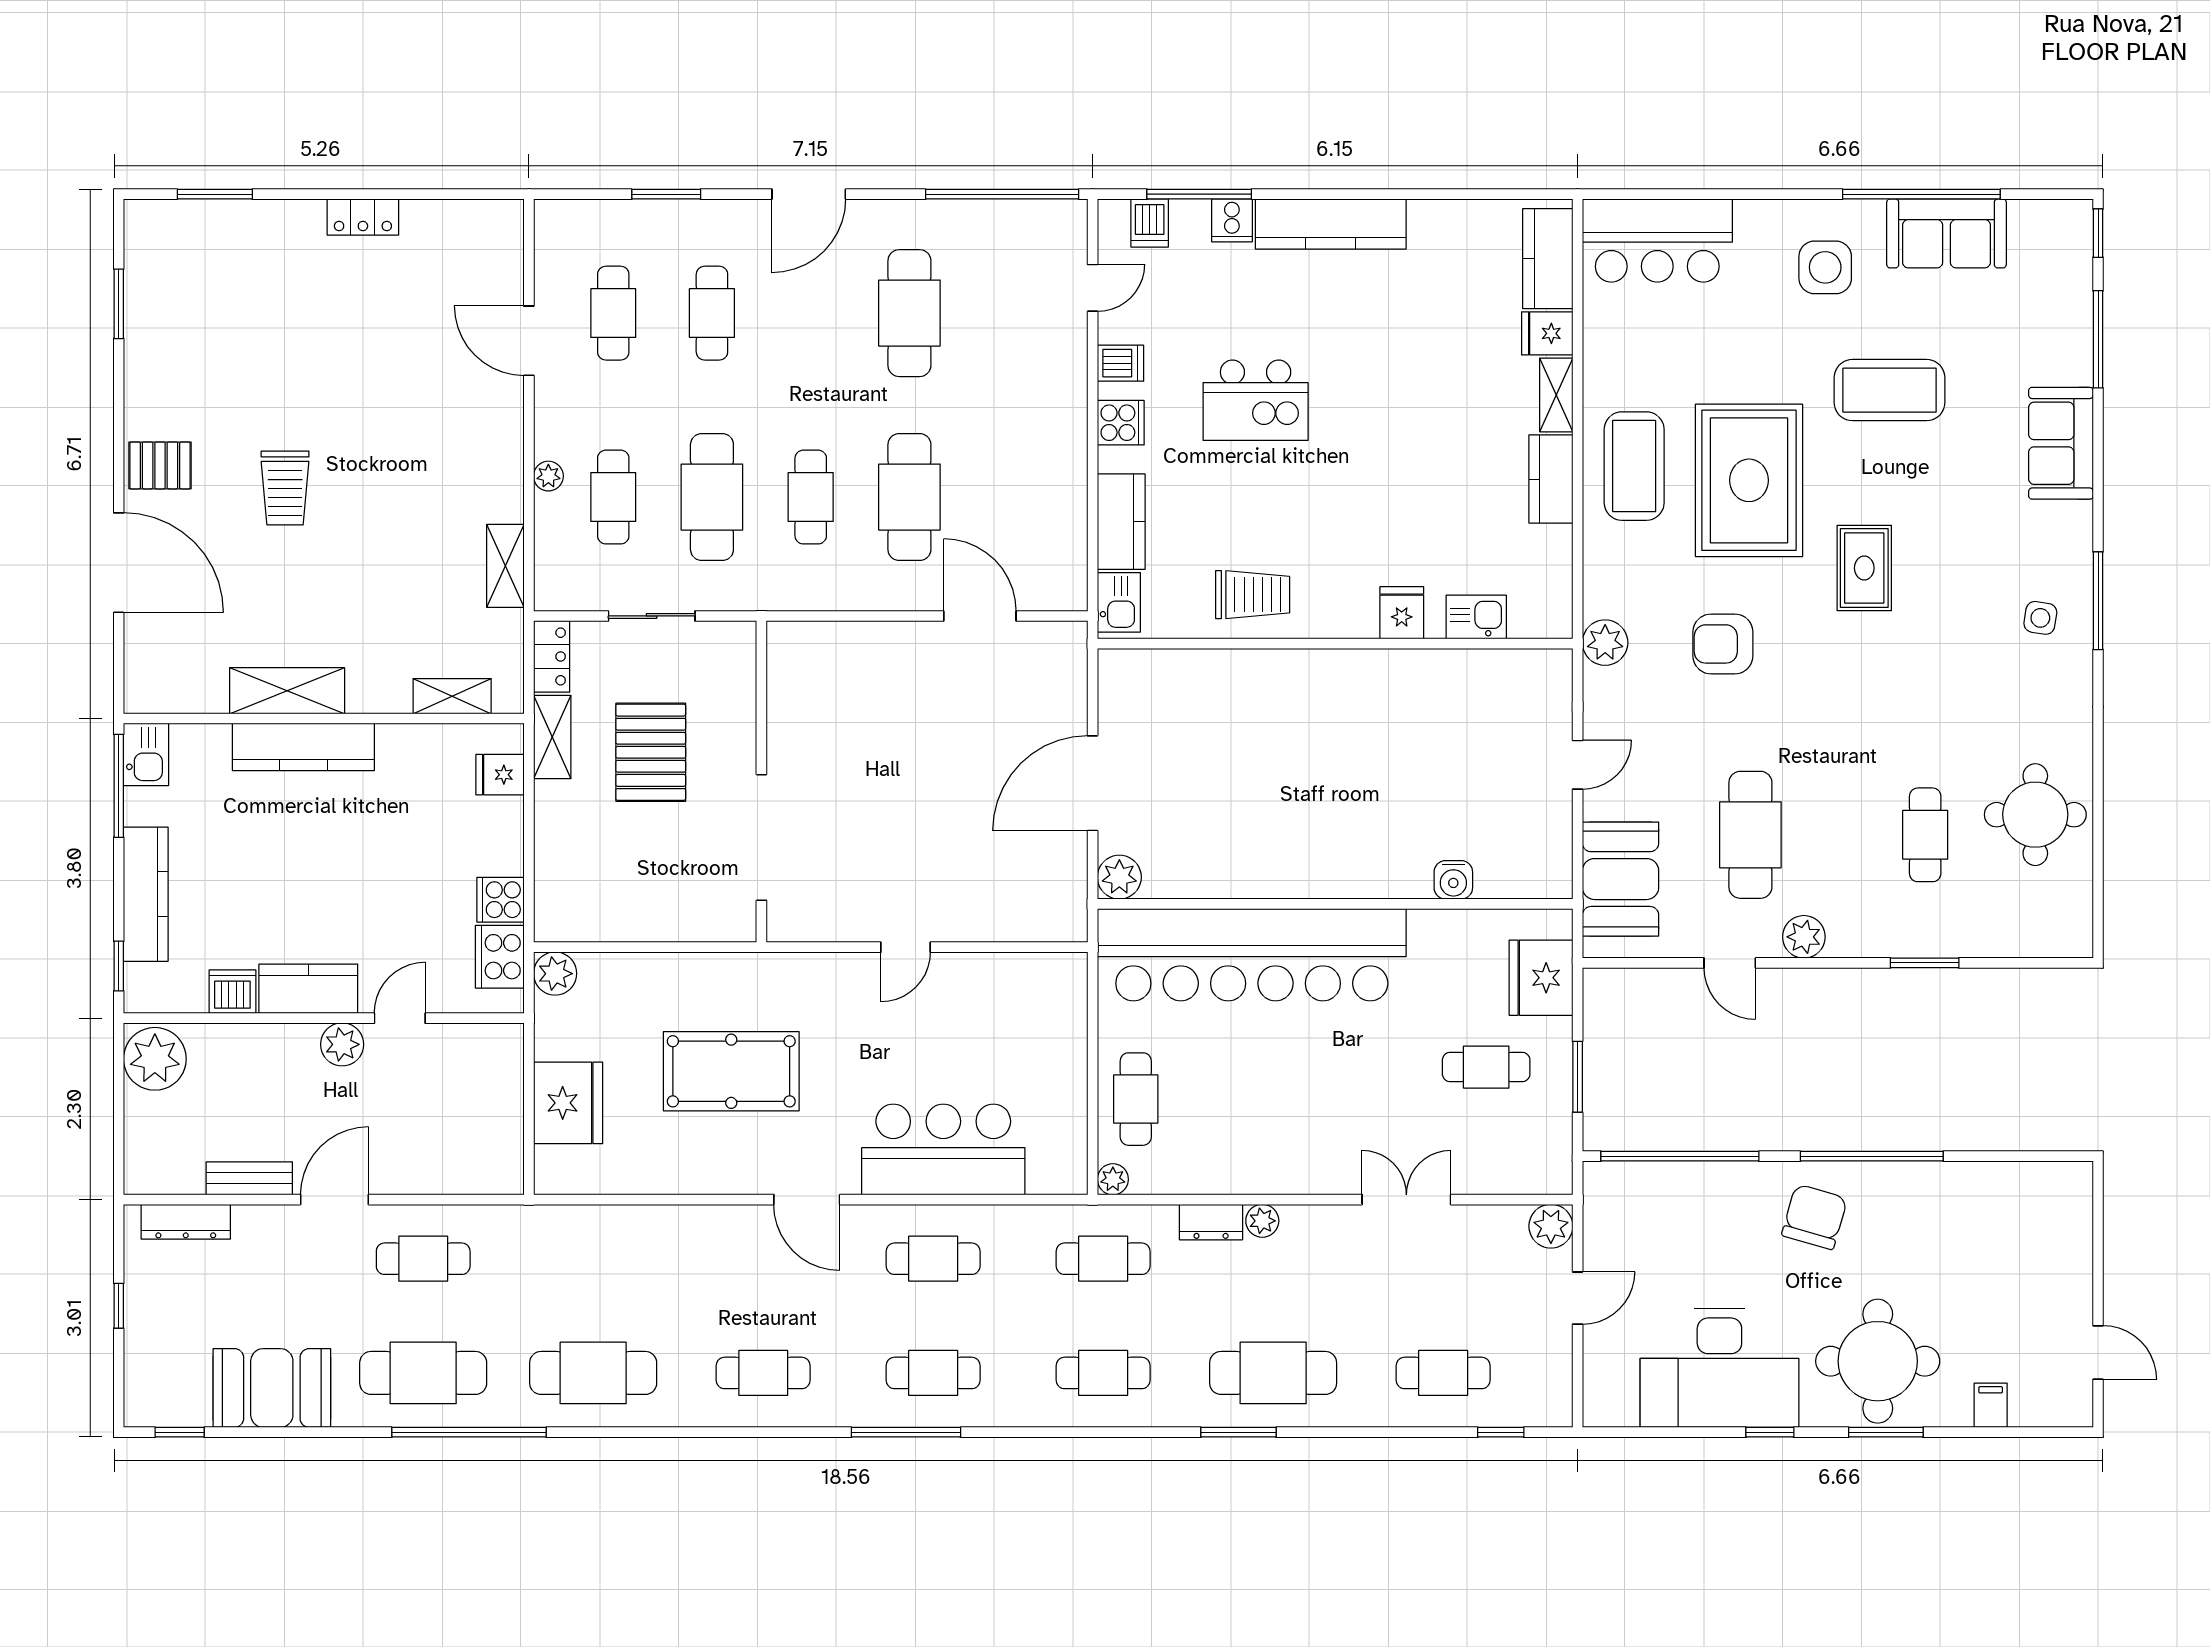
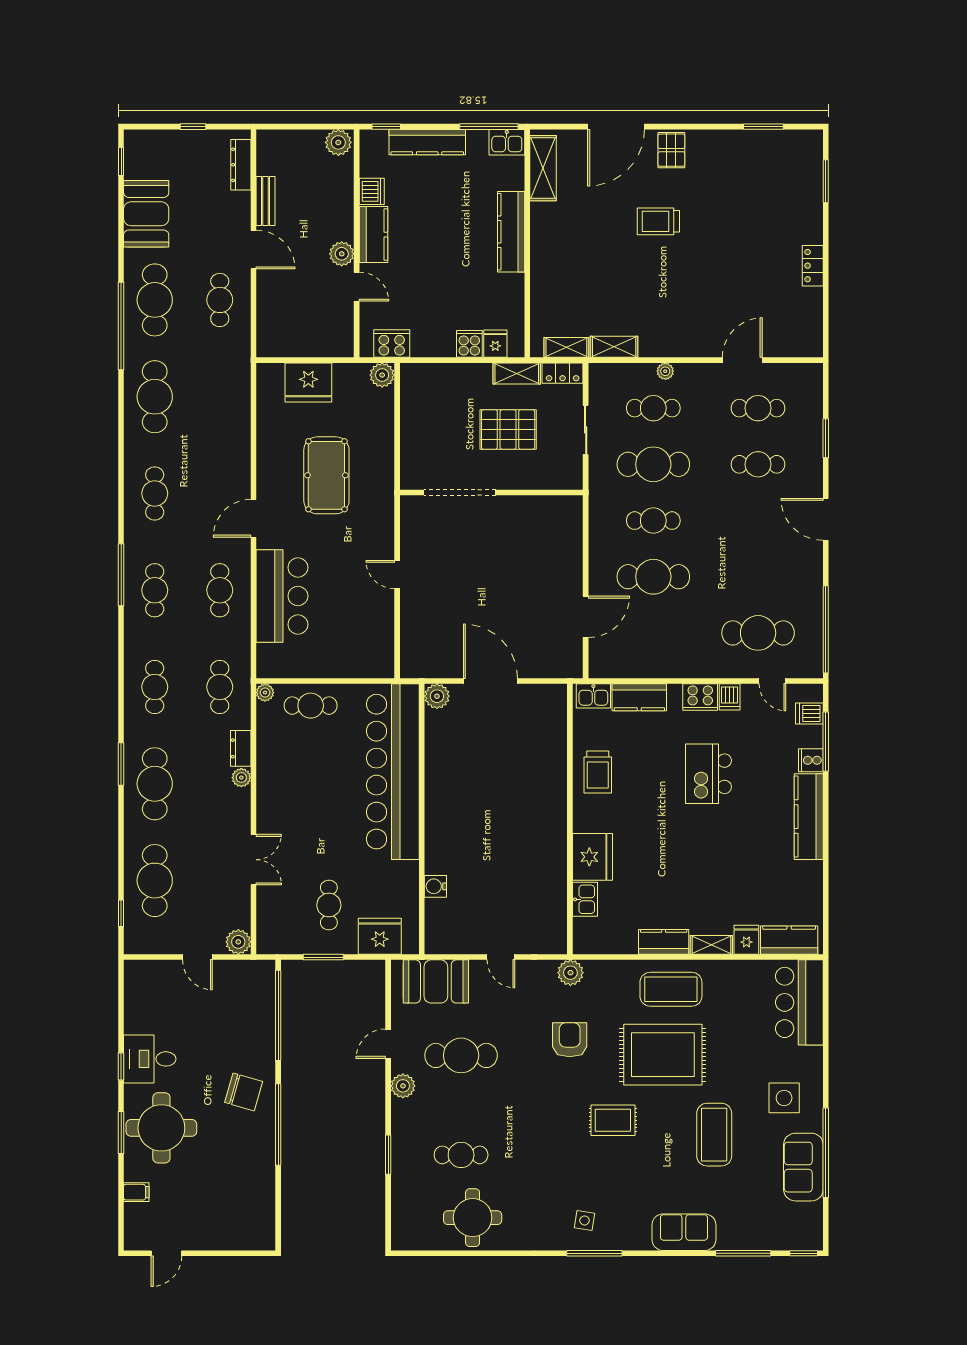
cafe table: (909, 313) -> (758, 633), moved
cooker: (1121, 423) -> (700, 697), width x1.36
fridge: (1402, 613) -> (592, 857), width x1.88, depth x1.34
shelving: (287, 691) -> (543, 168), moved
shelving: (452, 696) -> (566, 347), moved, turned 90
cooker: (500, 900) -> (469, 344), moved
plant: (155, 1059) -> (338, 142), width x0.73, depth x0.73
desk: (1719, 1368) -> (150, 1059), width x0.53, depth x0.77
cafe table: (1443, 1373) -> (155, 881), width x1.37, depth x1.35

